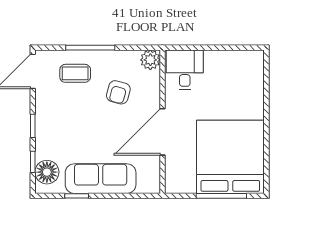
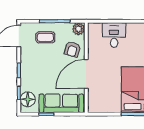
plant: (150, 60) -> (79, 29), moved
wall: (162, 122) -> (86, 68), moved
door: (162, 132) -> (86, 74), moved

